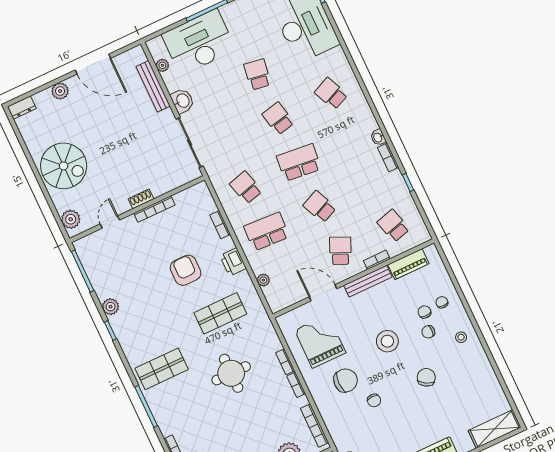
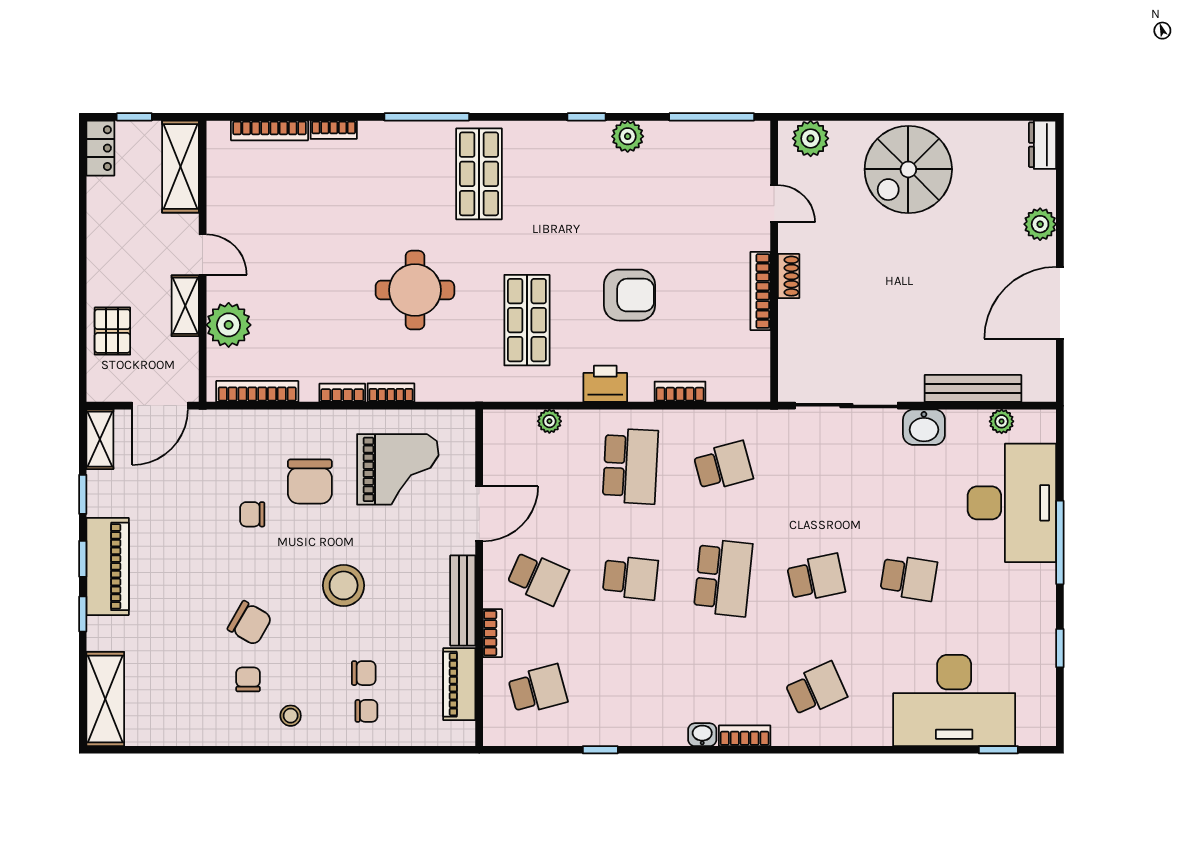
bookcase: (388, 157) -> (745, 736), moved
school desk: (320, 207) -> (630, 578), turned 30
chair: (428, 332) -> (248, 679), moved

